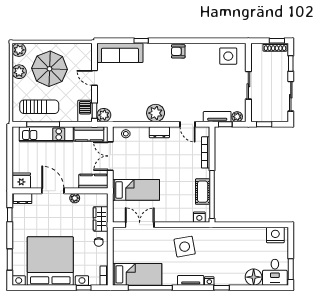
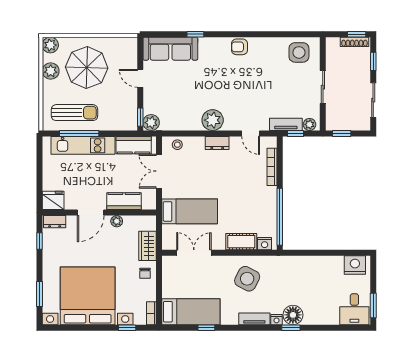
barbecue: (85, 111) -> (129, 118), removed
kitchen counter: (93, 181) -> (124, 201), moved
door: (53, 191) -> (91, 213), swing flipped
cot: (203, 192) -> (241, 242), moved, turned 90
side table: (185, 247) -> (247, 279), turned 37
floor lamp: (254, 277) -> (293, 315), moved
window: (150, 288) -> (206, 328), width x0.32

